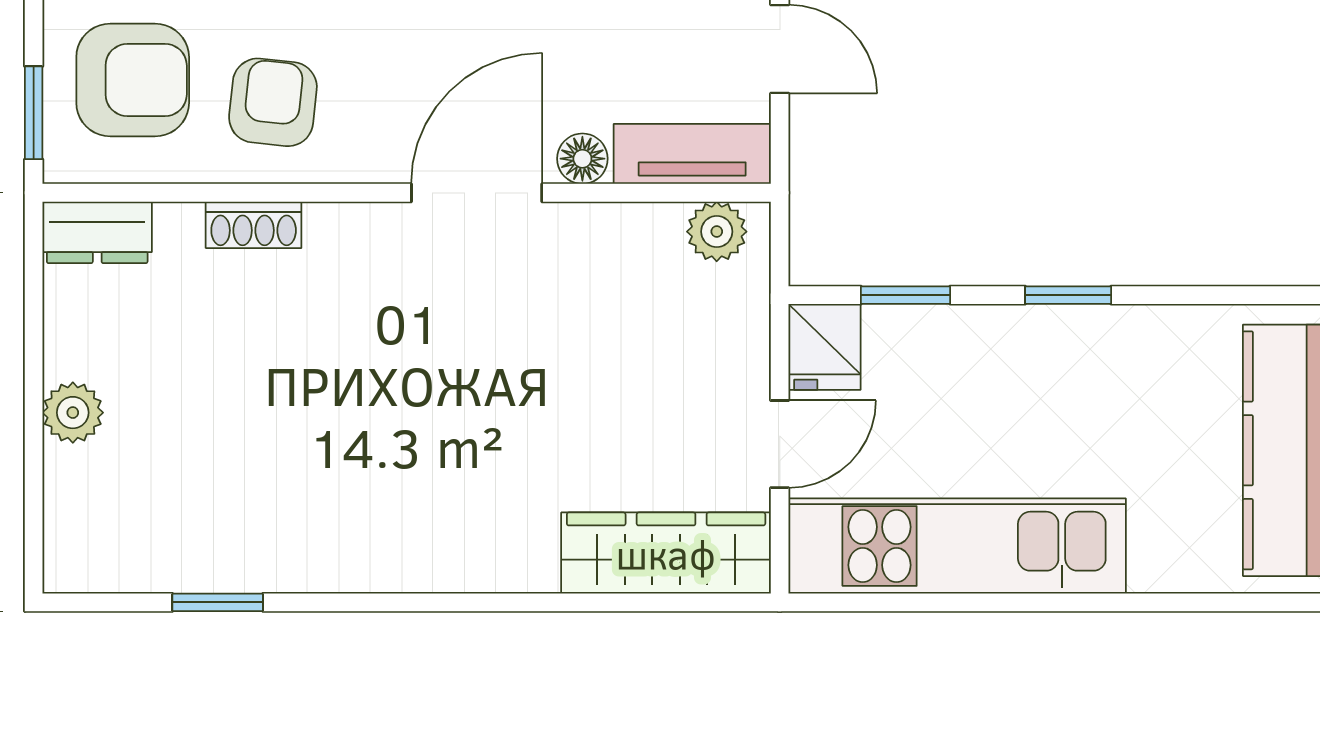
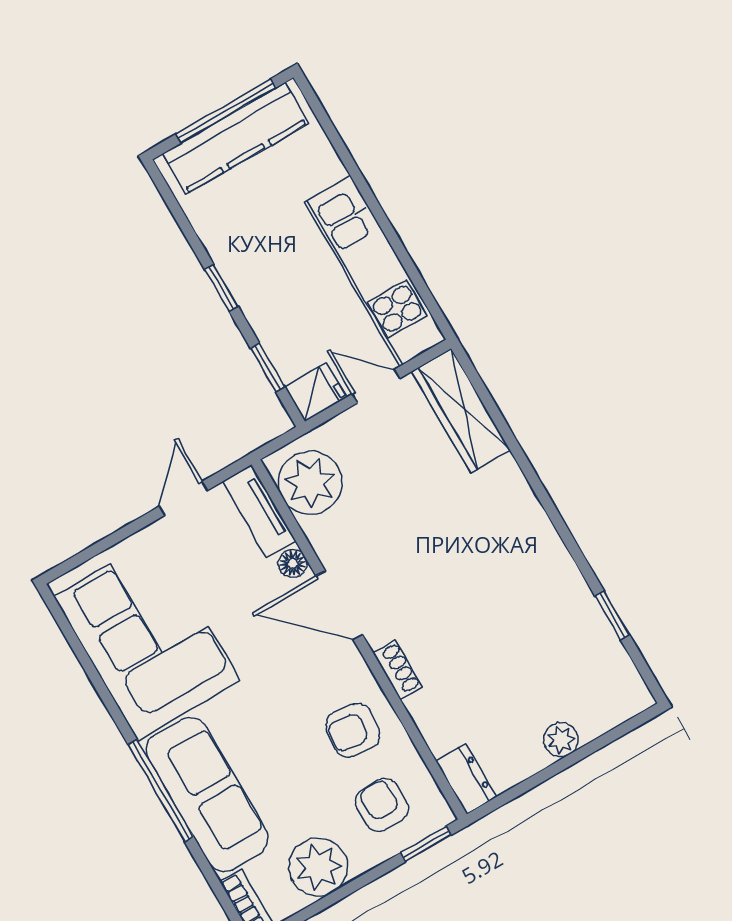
armchair: (133, 80) -> (382, 805), width x0.72, depth x0.72
shoe rack: (254, 225) -> (398, 670), moved
plant: (717, 232) -> (310, 483), width x1.88, depth x1.88

